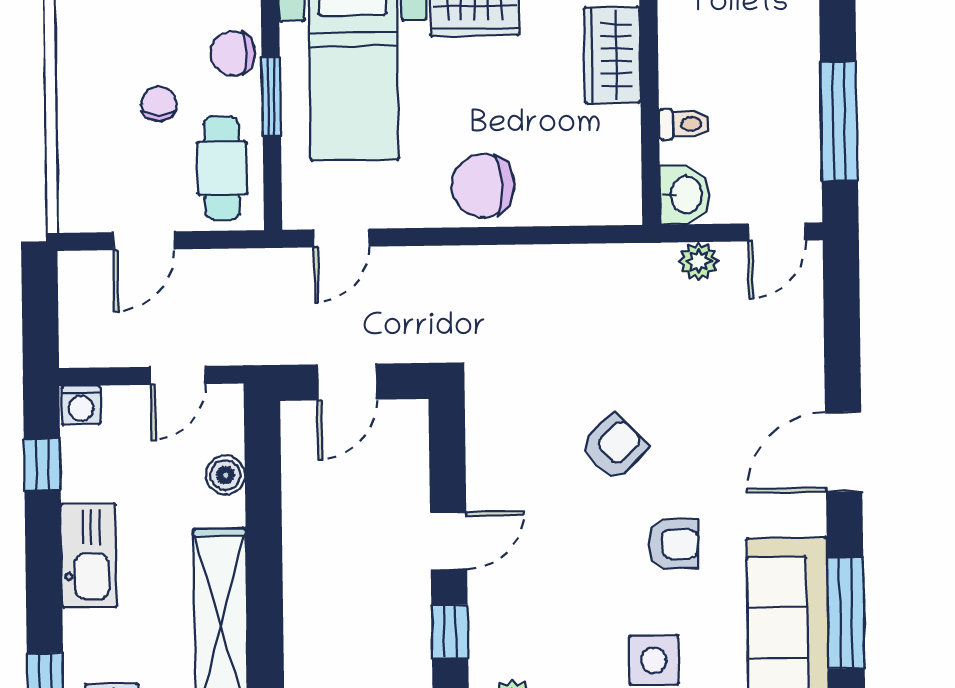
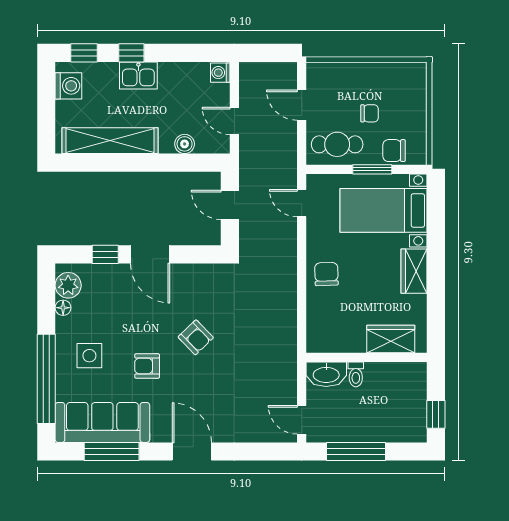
chair: (233, 53) -> (394, 151), turned -90
chair: (483, 186) -> (326, 274), width x0.73, depth x0.73
washbasin: (685, 195) -> (326, 374), width x1.38
plant: (699, 261) -> (288, 381), removed
window: (42, 465) -> (131, 53), moved
door: (449, 541) -> (150, 254), width x1.38
armchair: (673, 544) -> (147, 366), turned 90
kitchen sink: (89, 555) -> (138, 75), width x0.73

